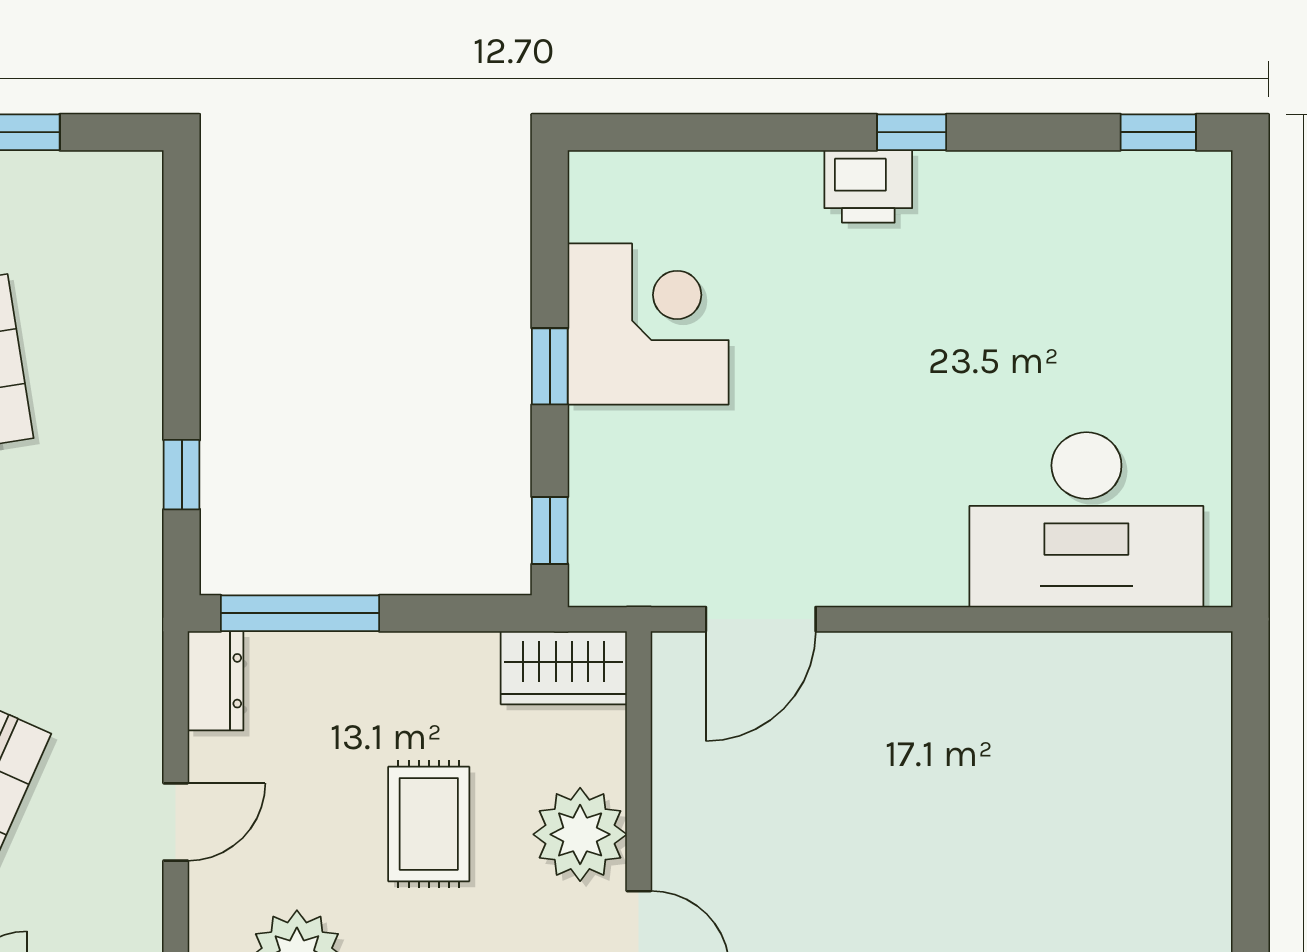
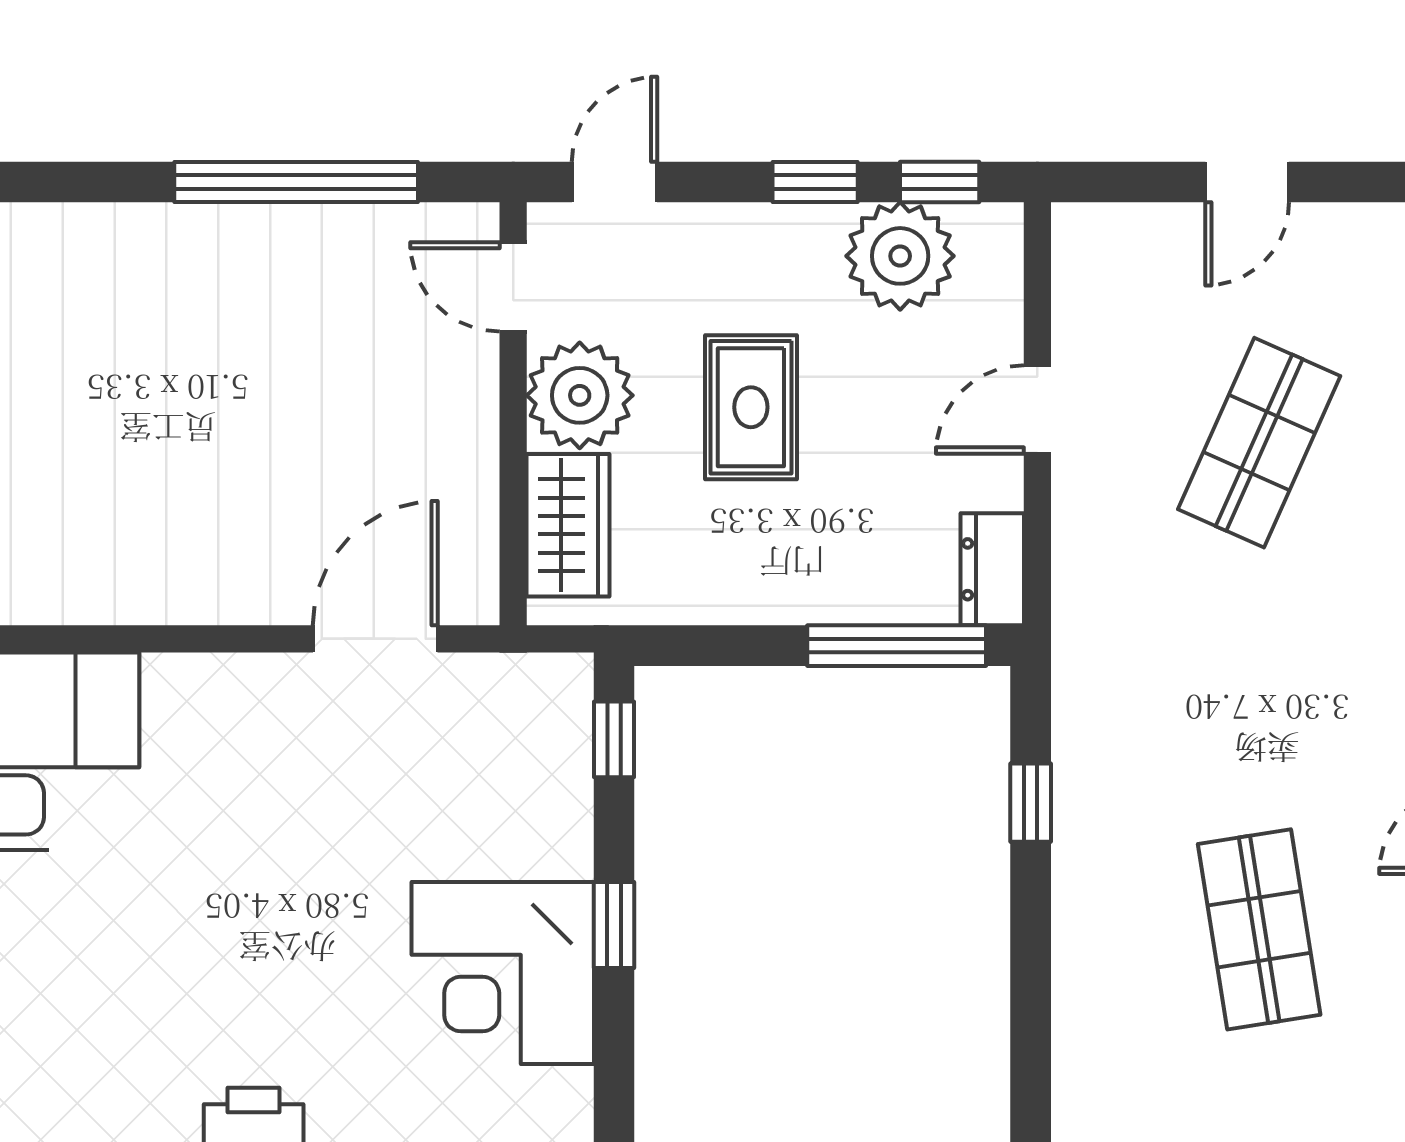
wardrobe: (564, 668) -> (568, 525), moved, turned 90

